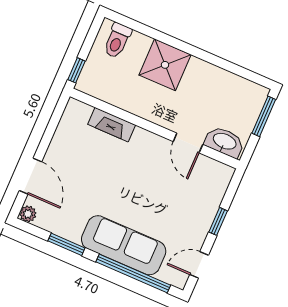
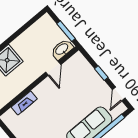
window: (264, 116) -> (66, 31), moved
door: (188, 143) -> (53, 68), hinge flipped

